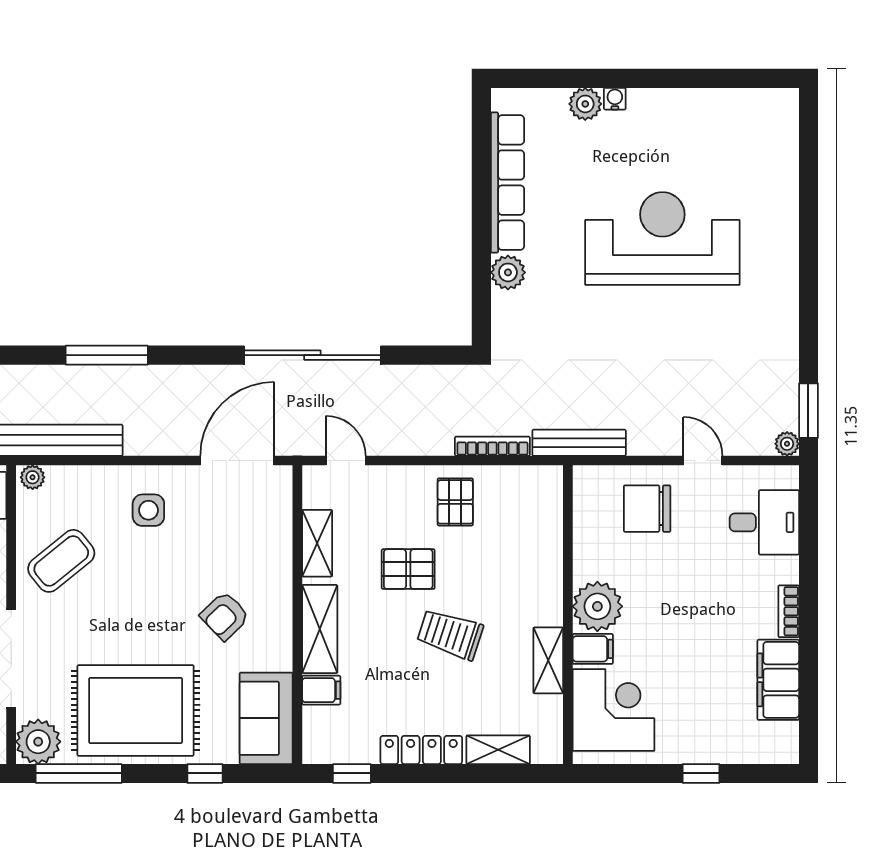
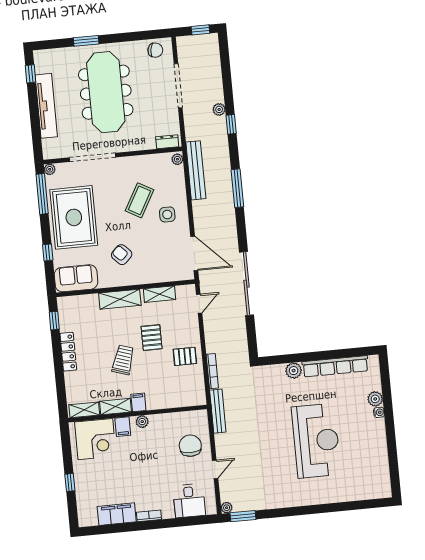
coffee table: (61, 561) -> (140, 200), moved, turned 68
plant: (597, 606) -> (142, 422), width x0.53, depth x0.53
filing cabinet: (321, 690) -> (138, 402), moved, turned 180
plant: (38, 742) -> (50, 169), width x0.53, depth x0.53
shelving: (498, 750) -> (84, 410), moved, turned 90

